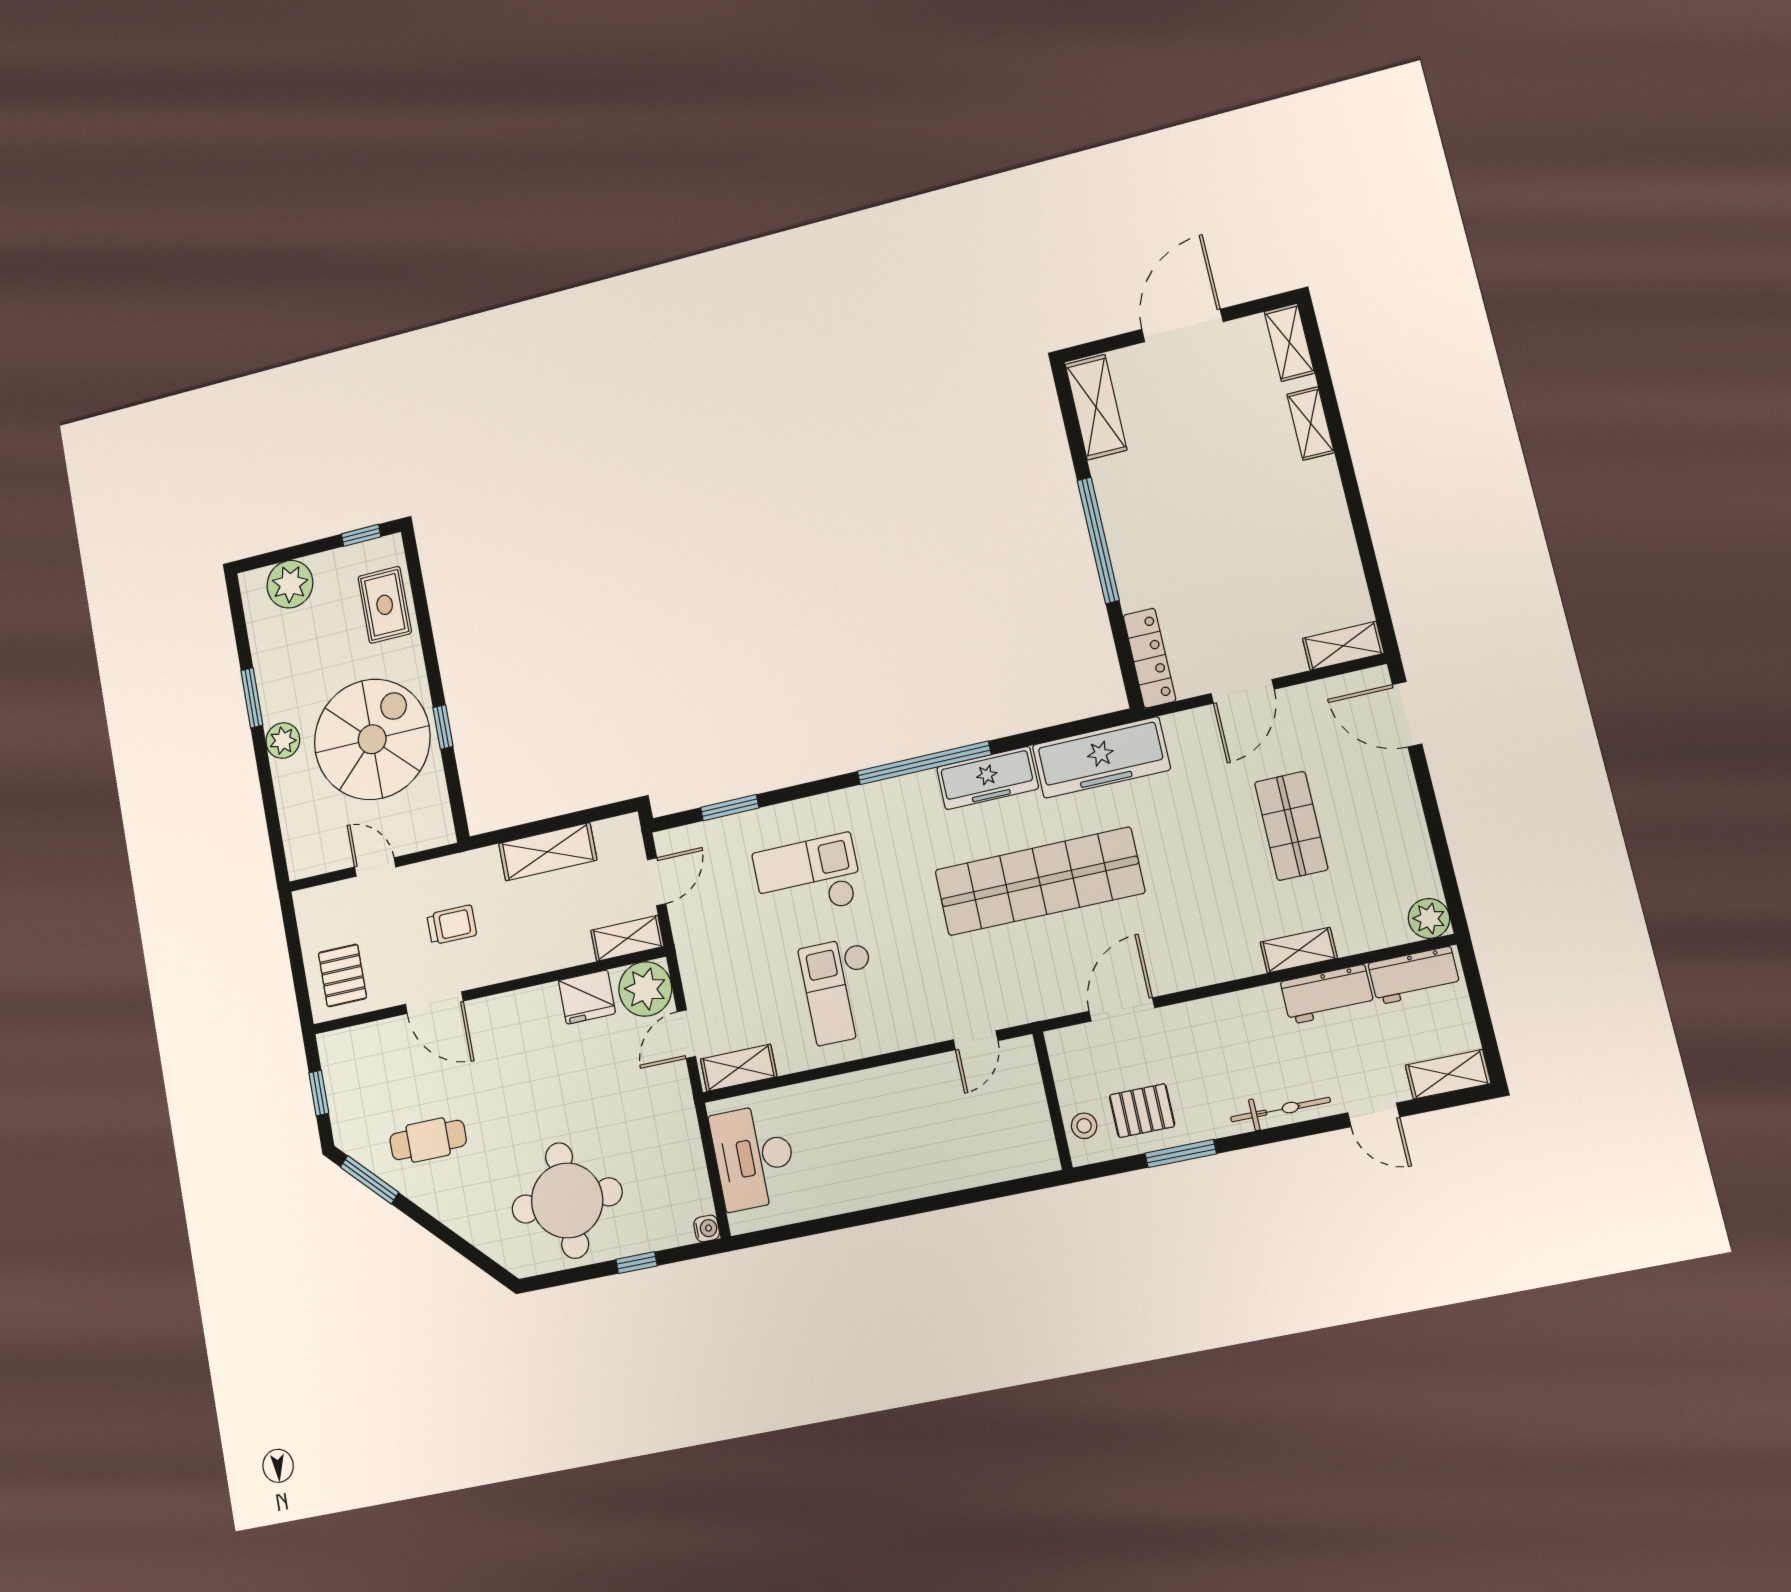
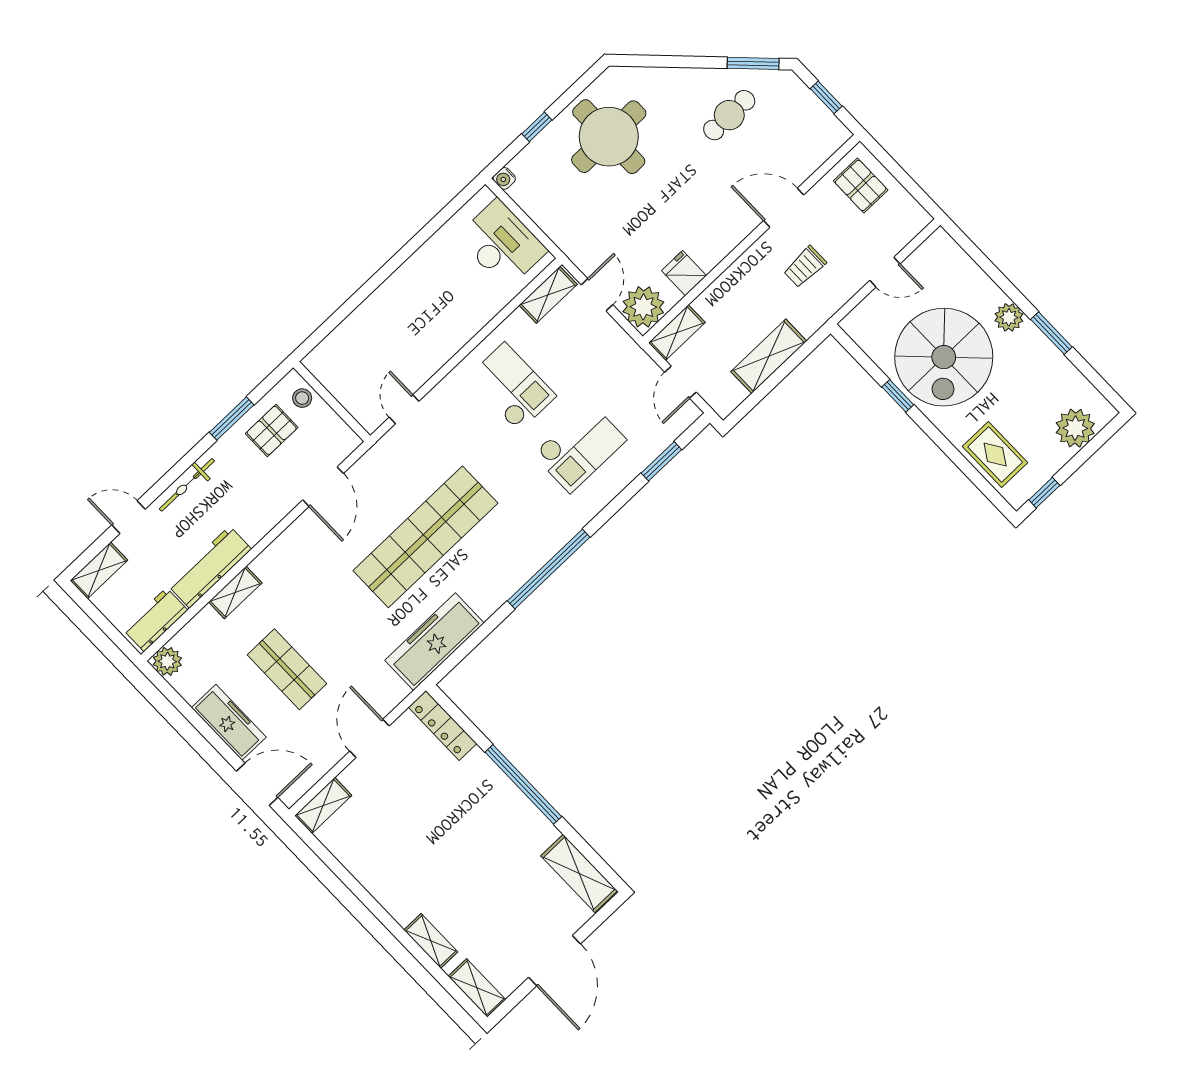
freezer: (987, 778) -> (229, 722), moved, turned 90
workbench: (1327, 994) -> (210, 567), width x1.38
fridge: (587, 997) -> (684, 273), width x0.72

